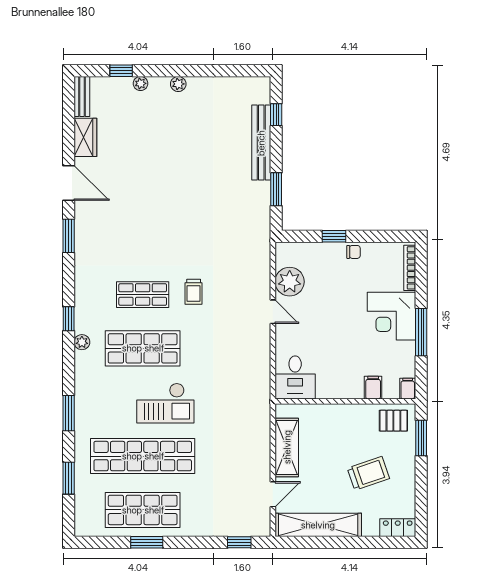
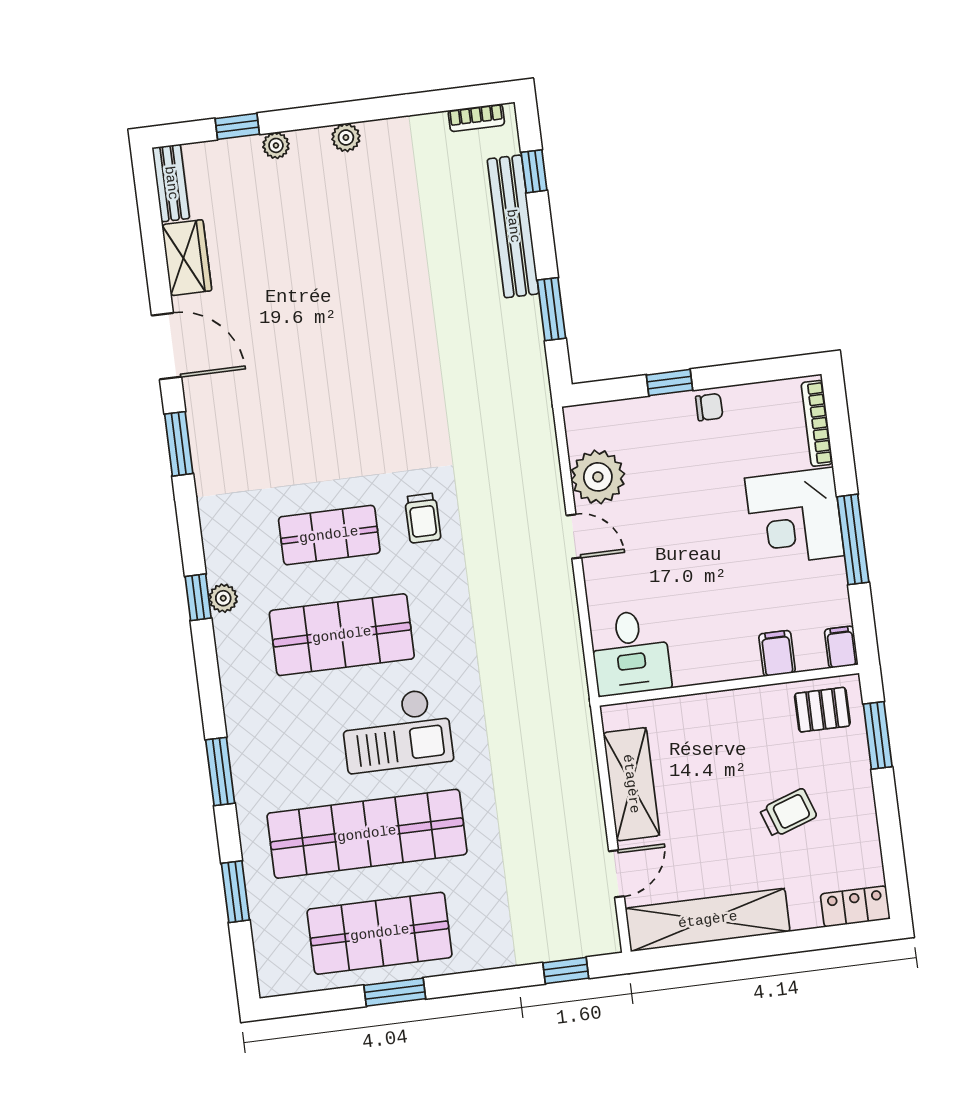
bookcase: (249, 82) -> (476, 118), added
plant: (82, 342) -> (223, 598), moved
trolley: (368, 473) -> (788, 813), width x0.73, depth x0.72

